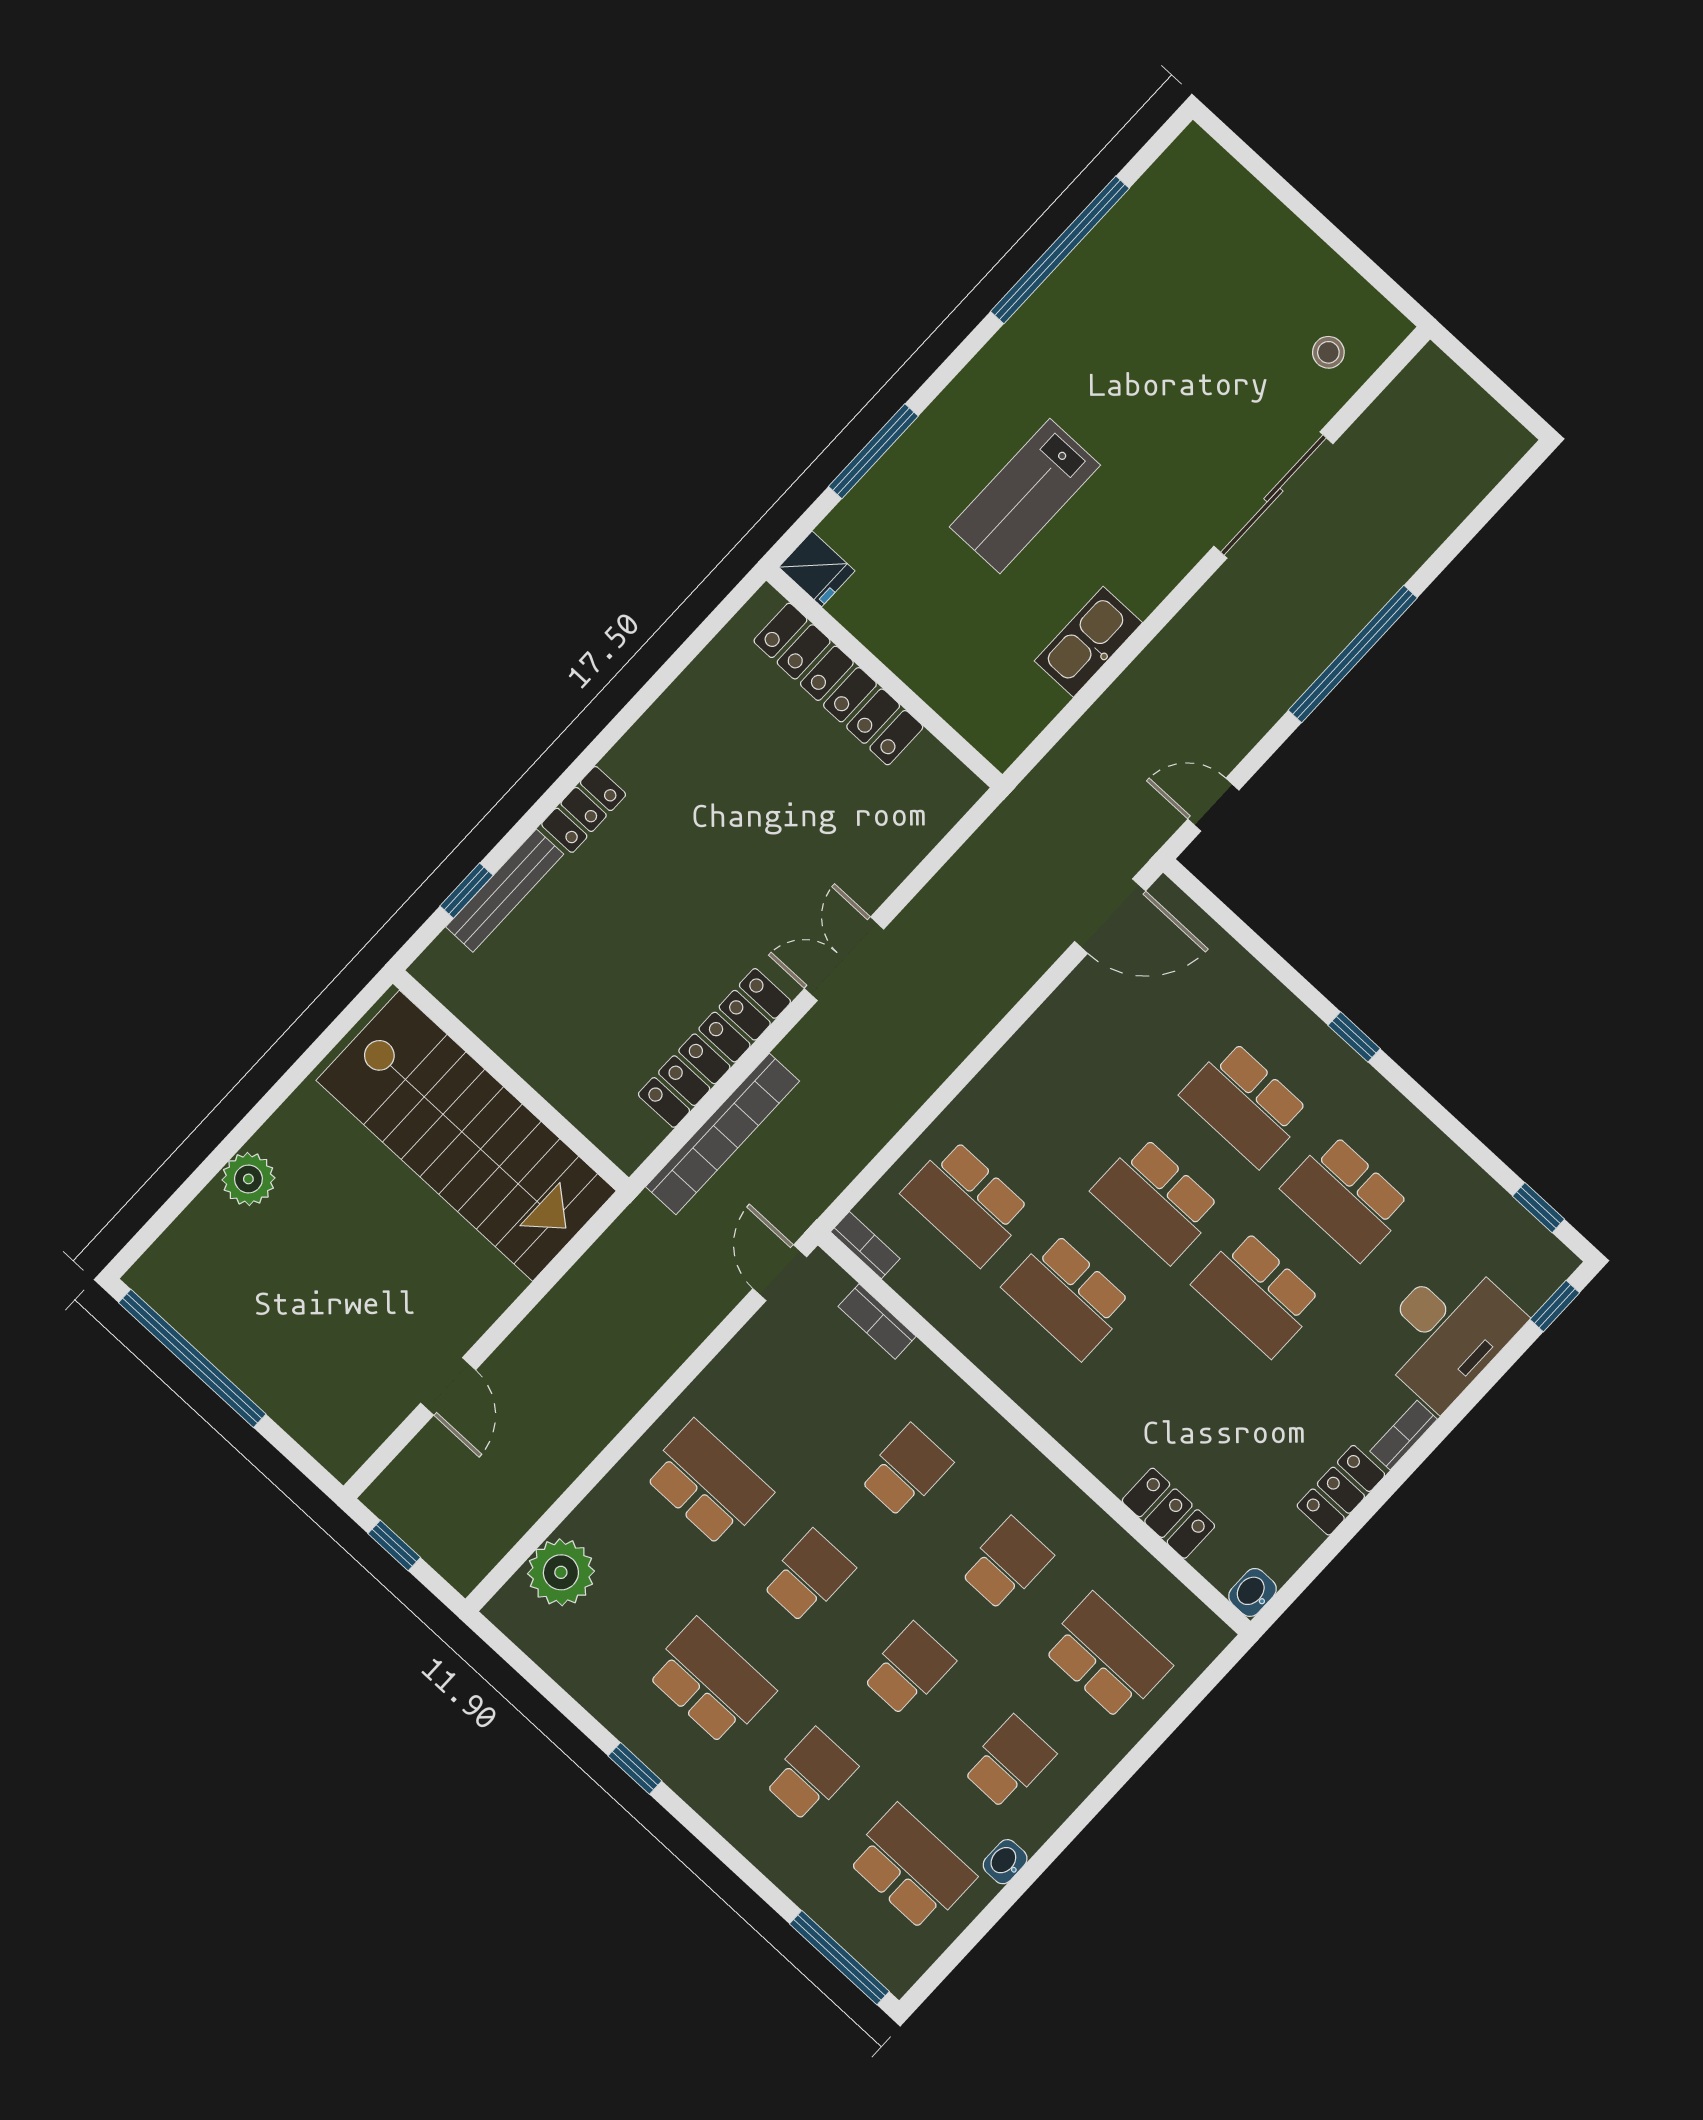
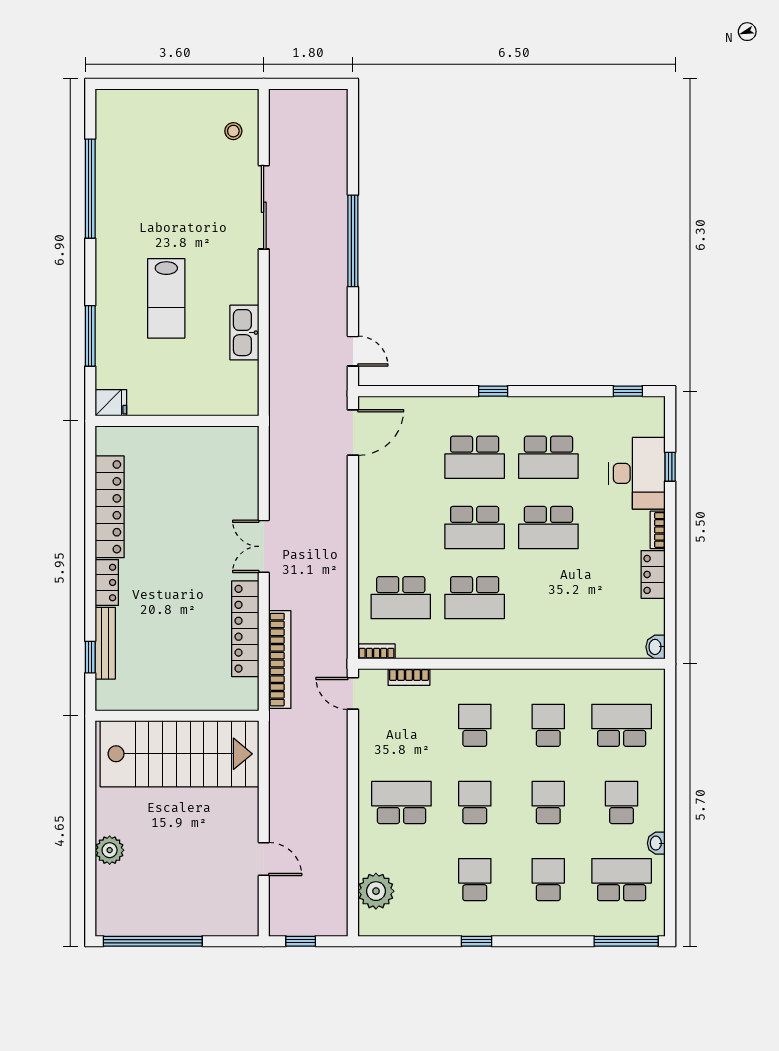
locker: (838, 684) -> (110, 507), moved, turned -90
door: (1213, 805) -> (353, 351), swing flipped
window: (1555, 1306) -> (670, 467), moved
locker: (1168, 1513) -> (594, 646), removed
school desk: (711, 1682) -> (475, 880), width x0.54

